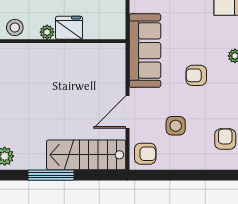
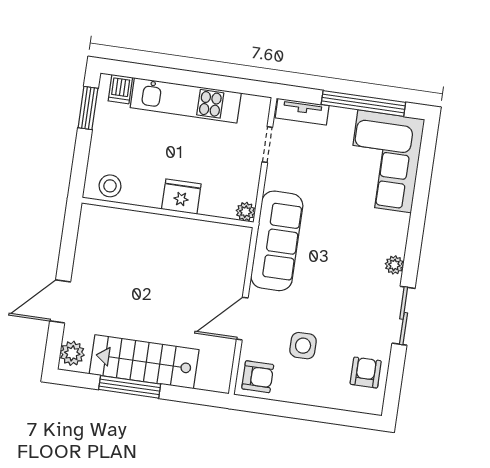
plant: (47, 32) -> (246, 212), moved
armchair: (196, 75) -> (340, 283), removed
stairs: (86, 155) -> (144, 362), moved

